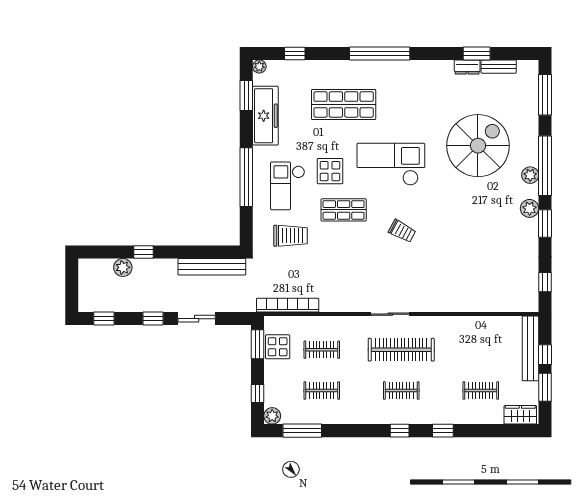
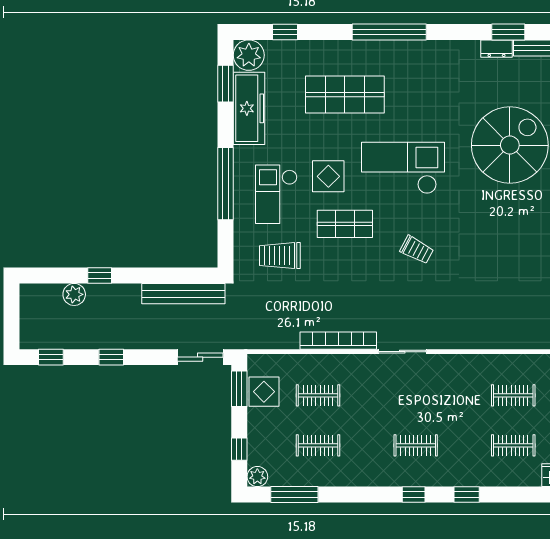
plant: (259, 67) -> (249, 55), width x1.88, depth x1.88
trolley: (291, 236) -> (280, 256), turned 180
bookcase: (288, 305) -> (338, 341), moved
sliding door: (197, 319) -> (200, 357), moved
clothes rail: (401, 350) -> (513, 395), moved, width x0.54, depth x0.76

